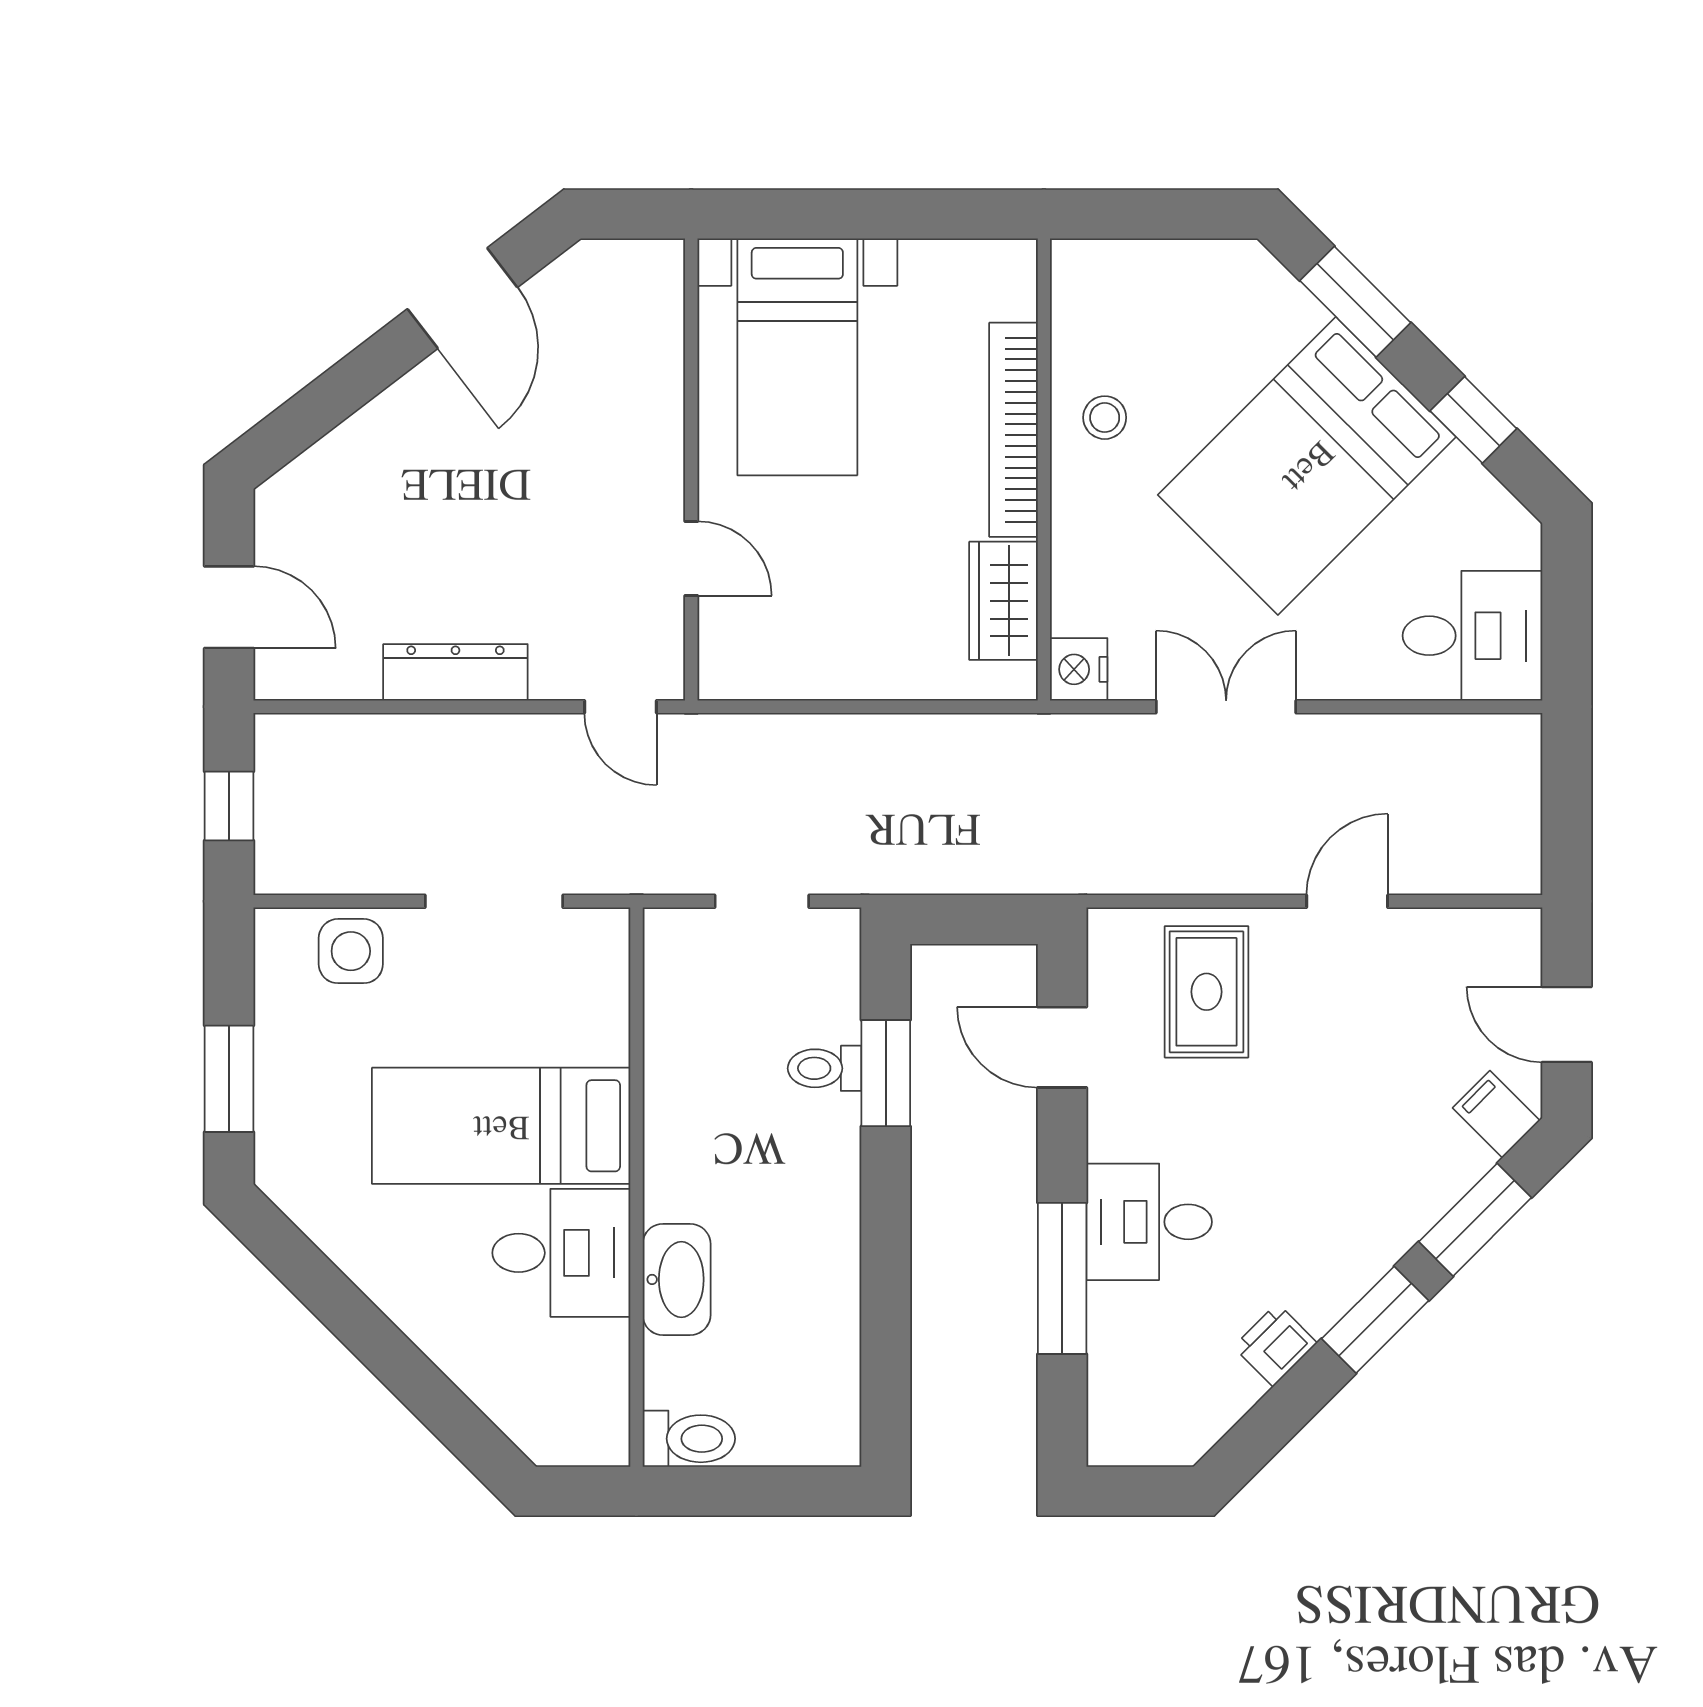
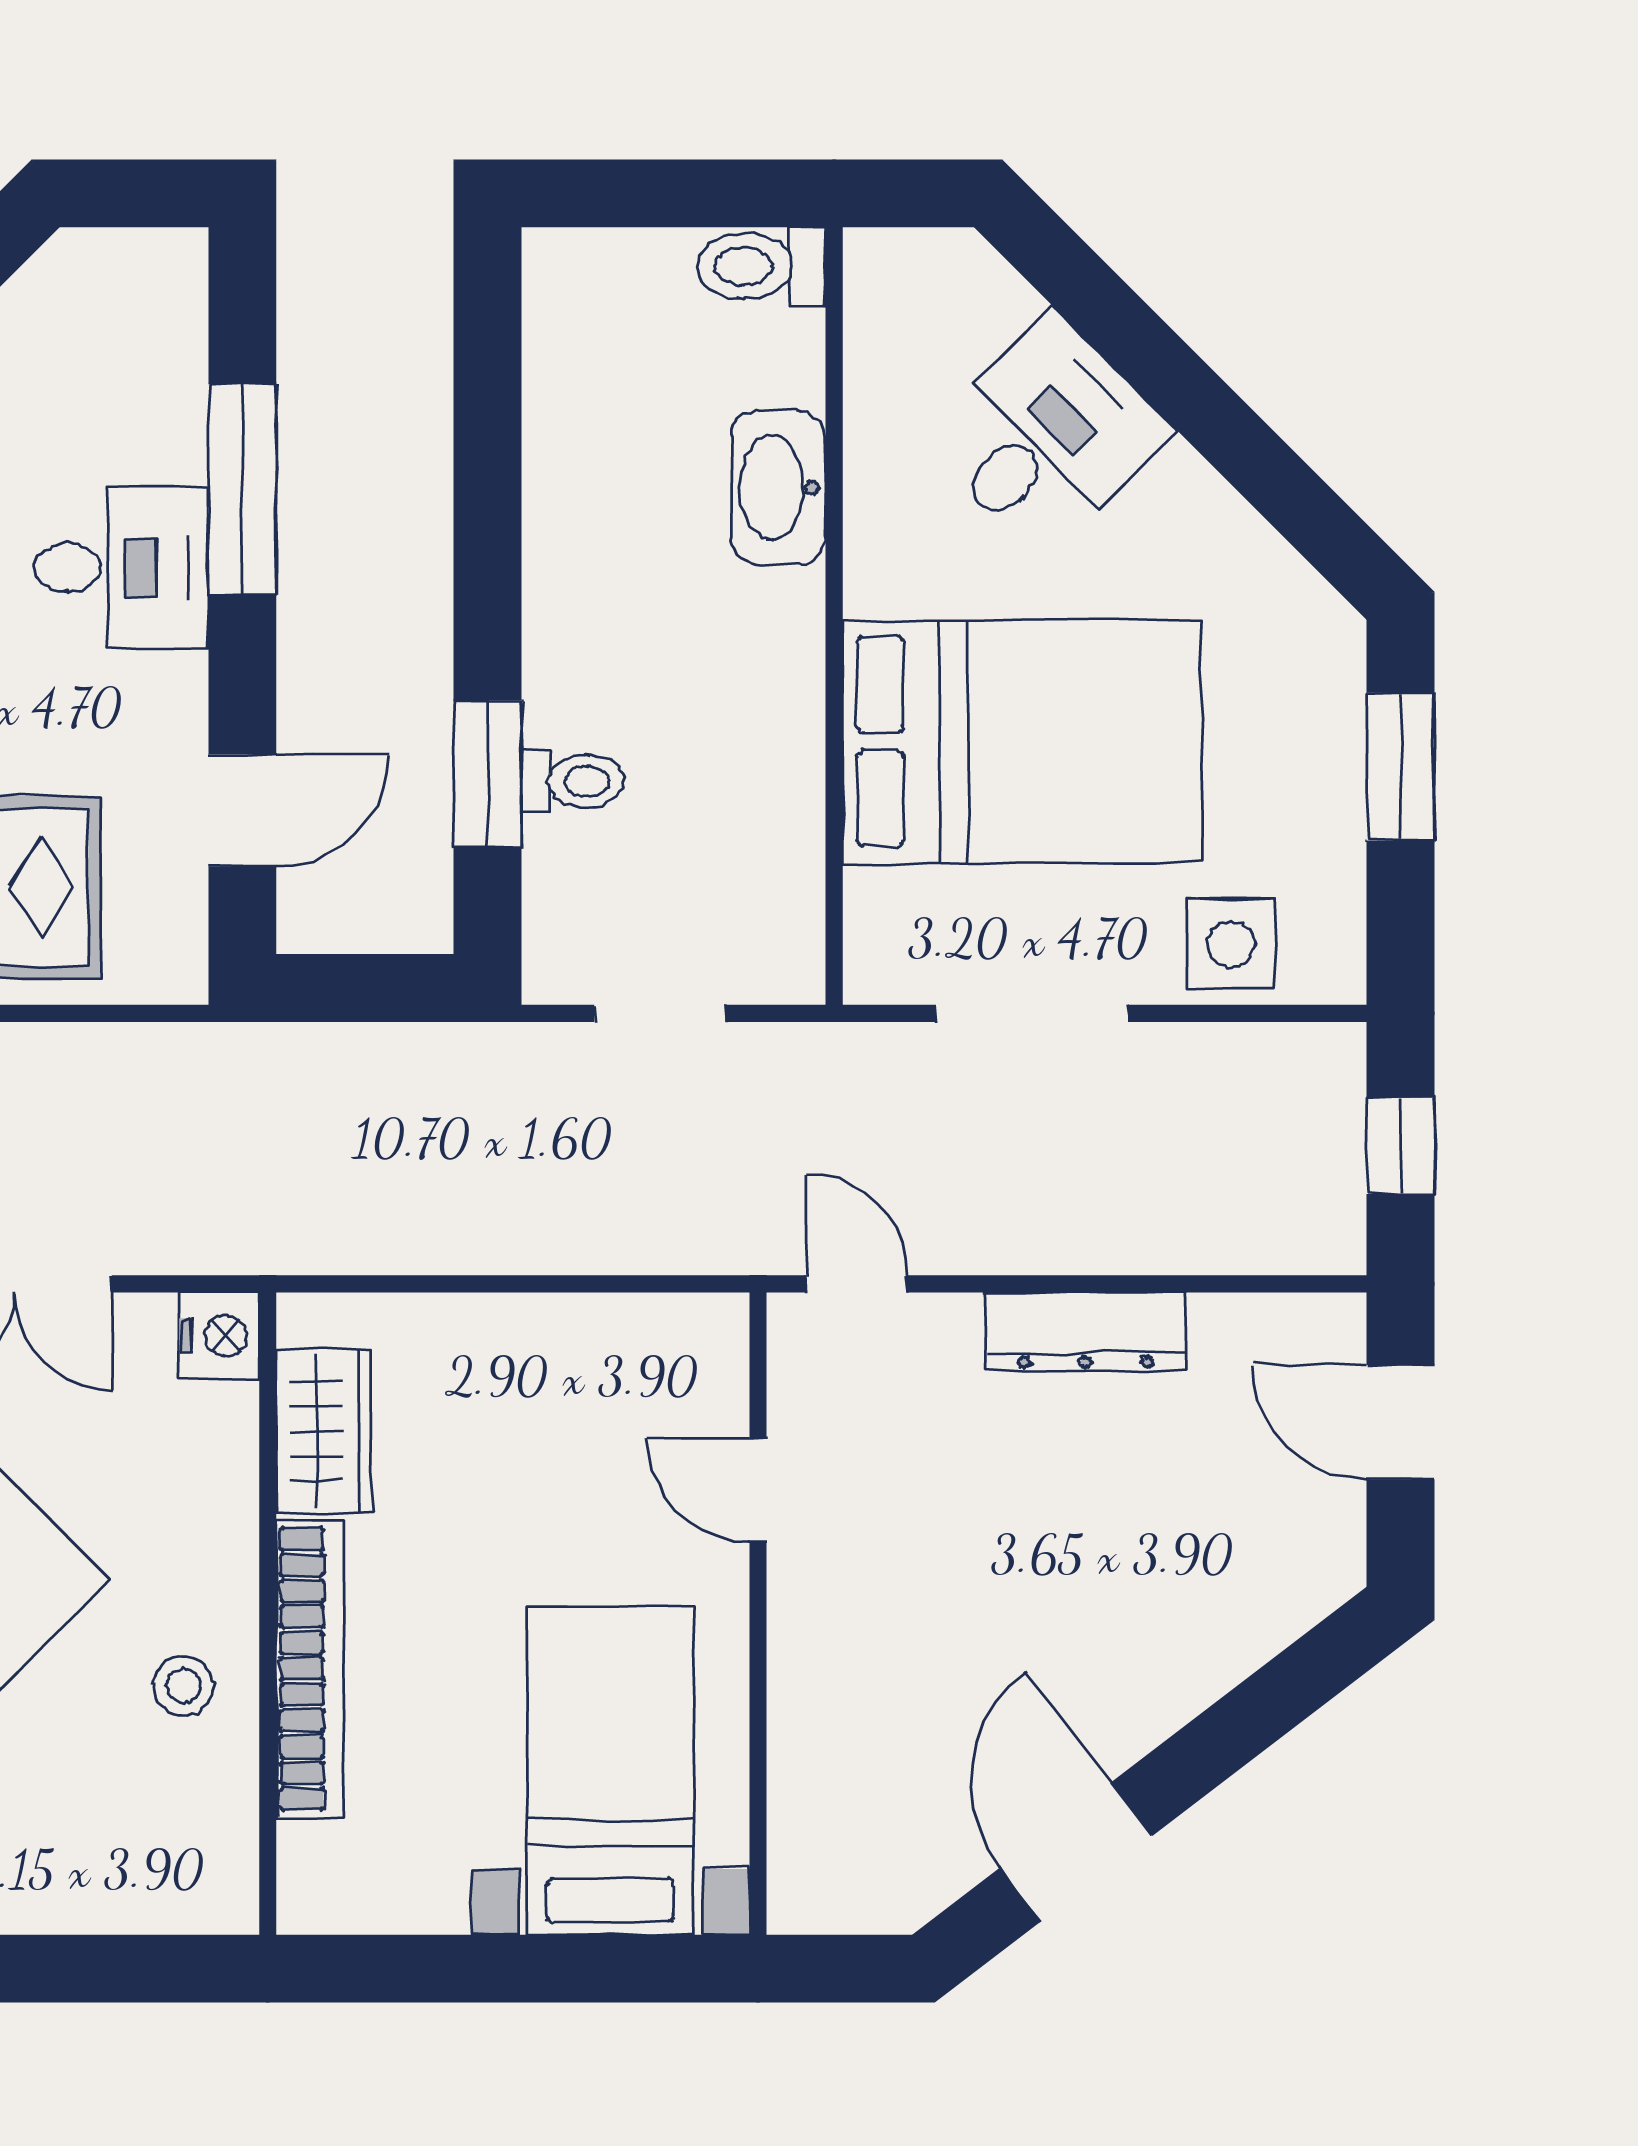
door: (1062, 1047) -> (242, 810), hinge flipped
bed: (501, 1126) -> (1022, 742), width x1.50
desk: (561, 1253) -> (1047, 436), moved, turned 135

